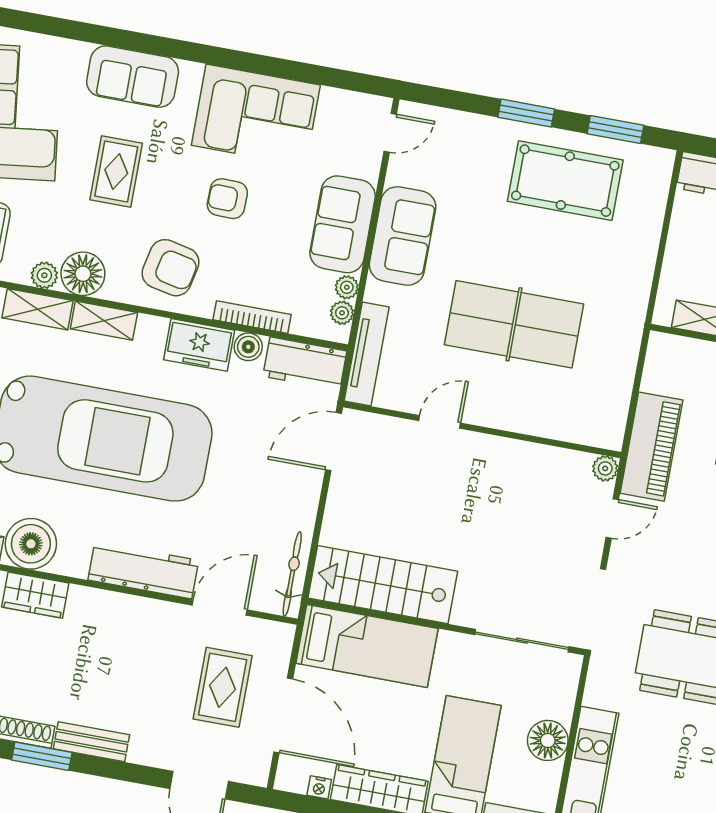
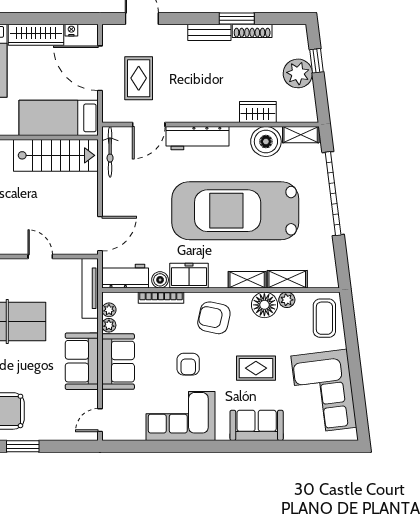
rug: (116, 171) -> (256, 368), turned 90
armchair: (227, 199) -> (188, 364), turned 89
door: (440, 422) -> (40, 257), swing flipped

